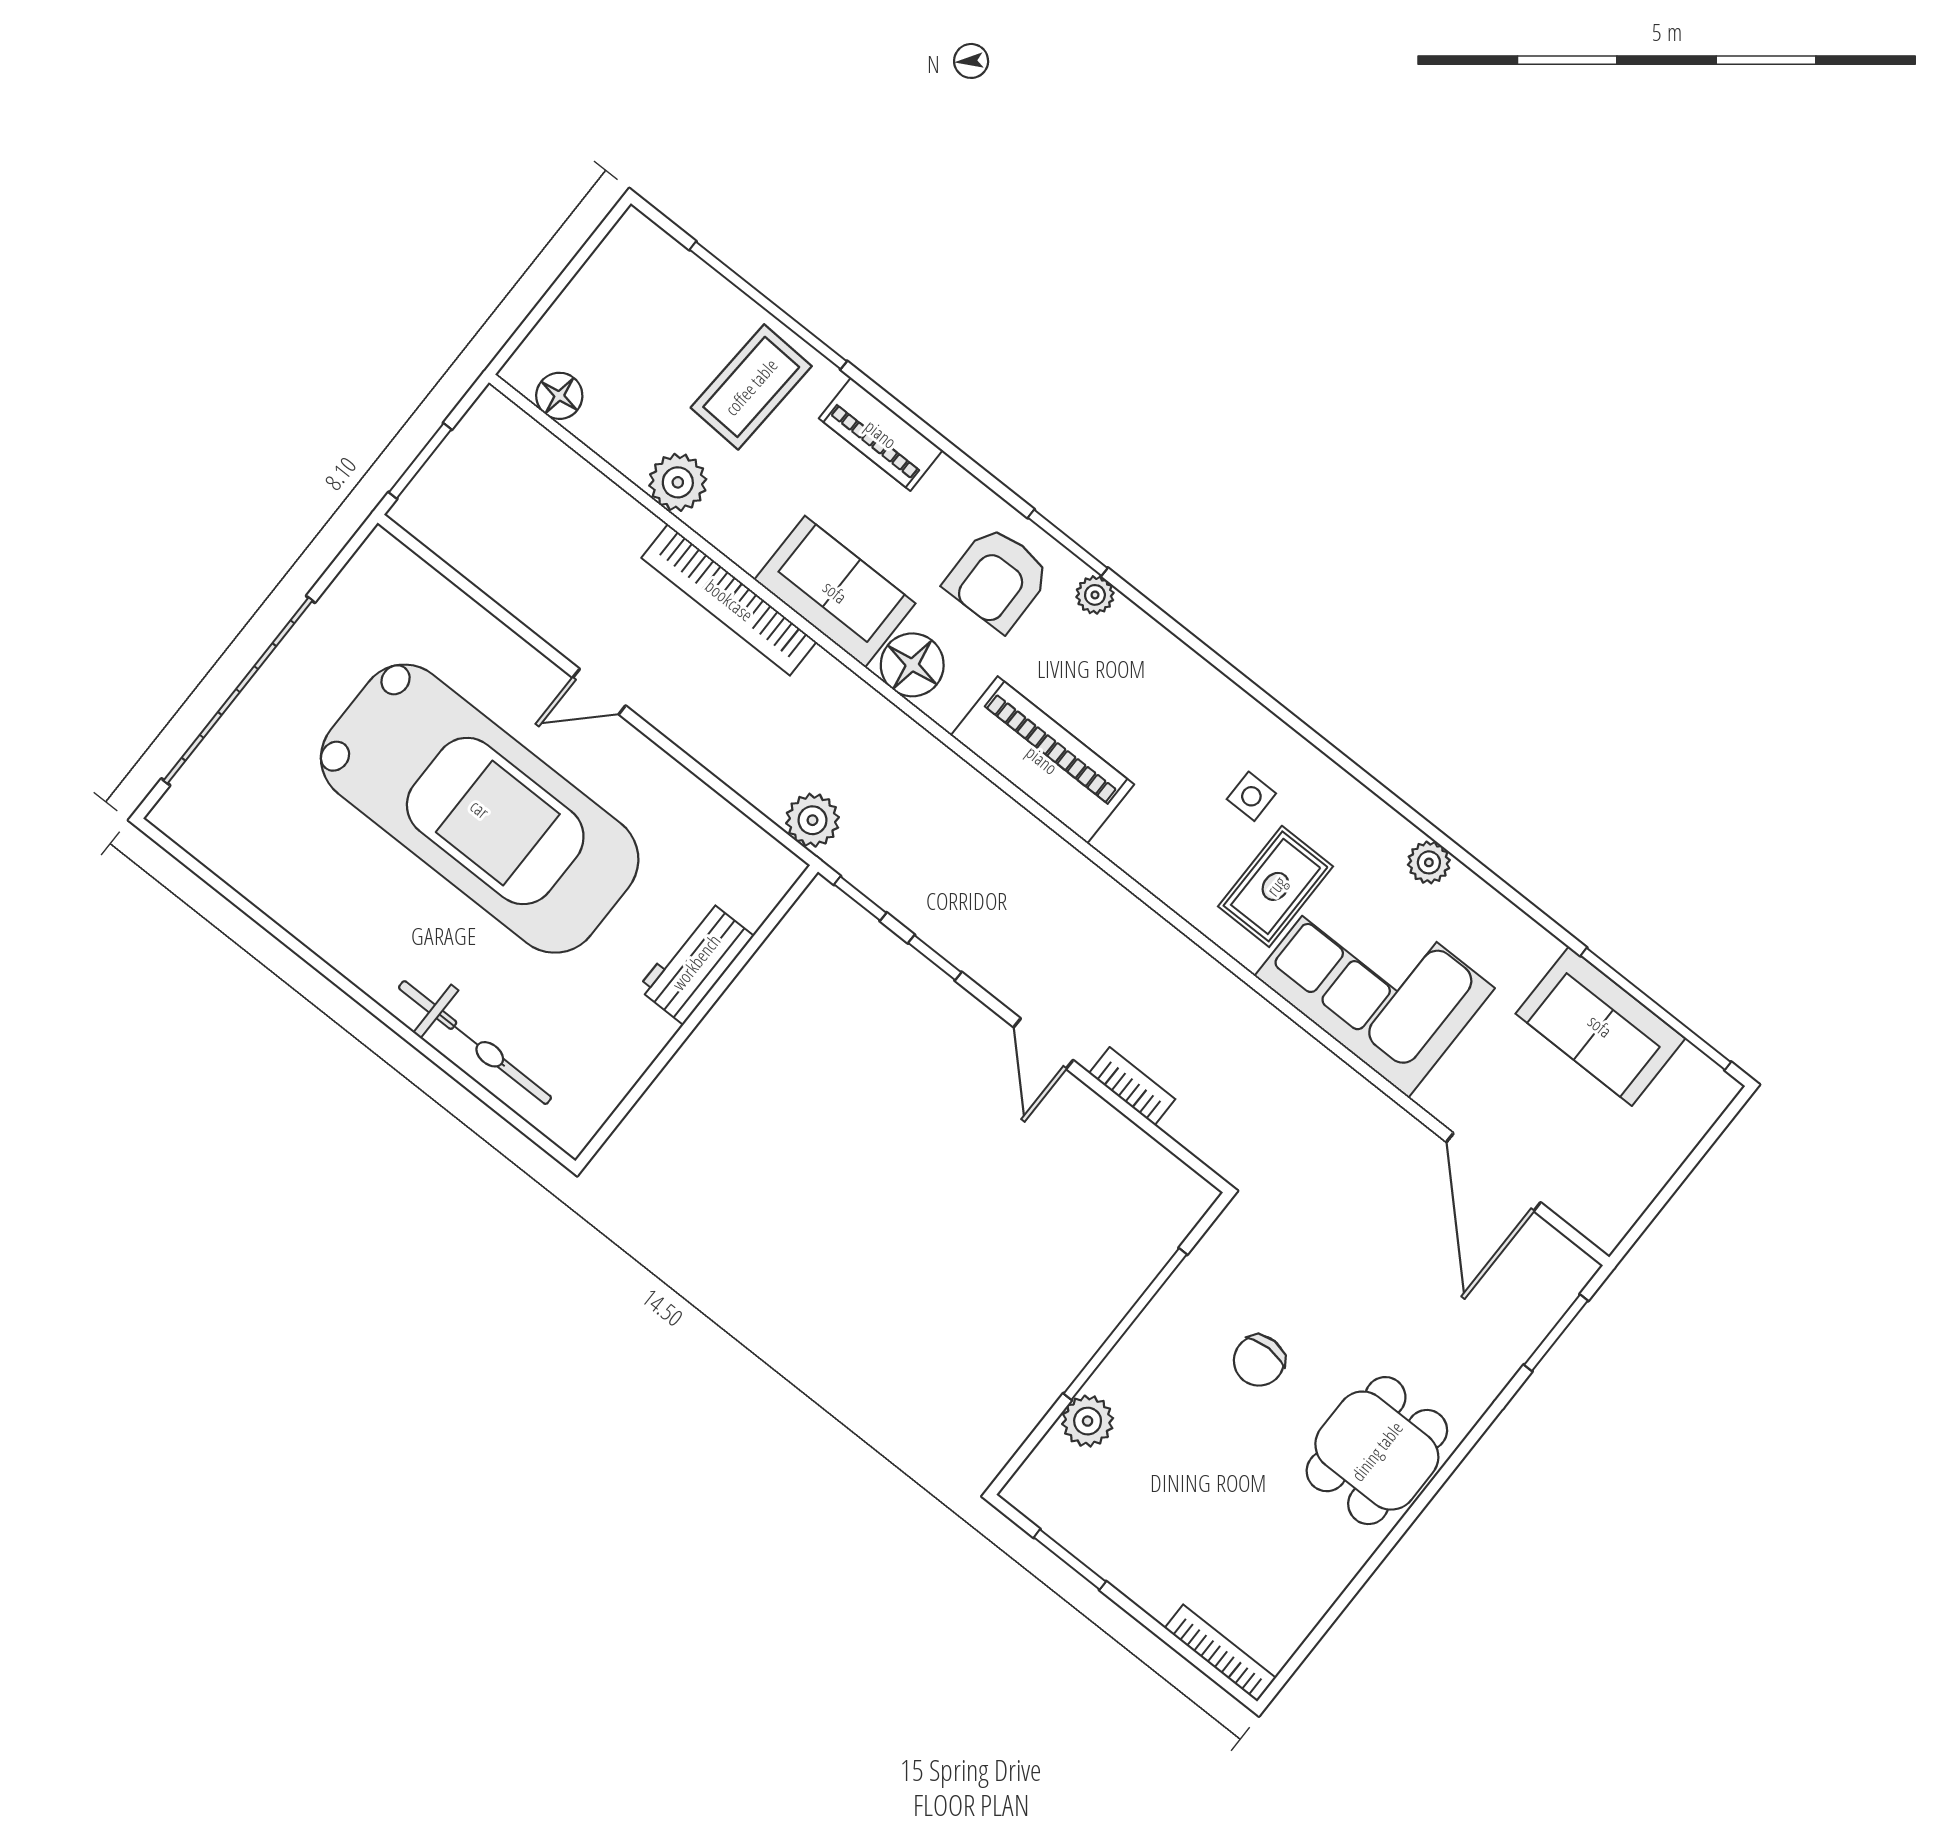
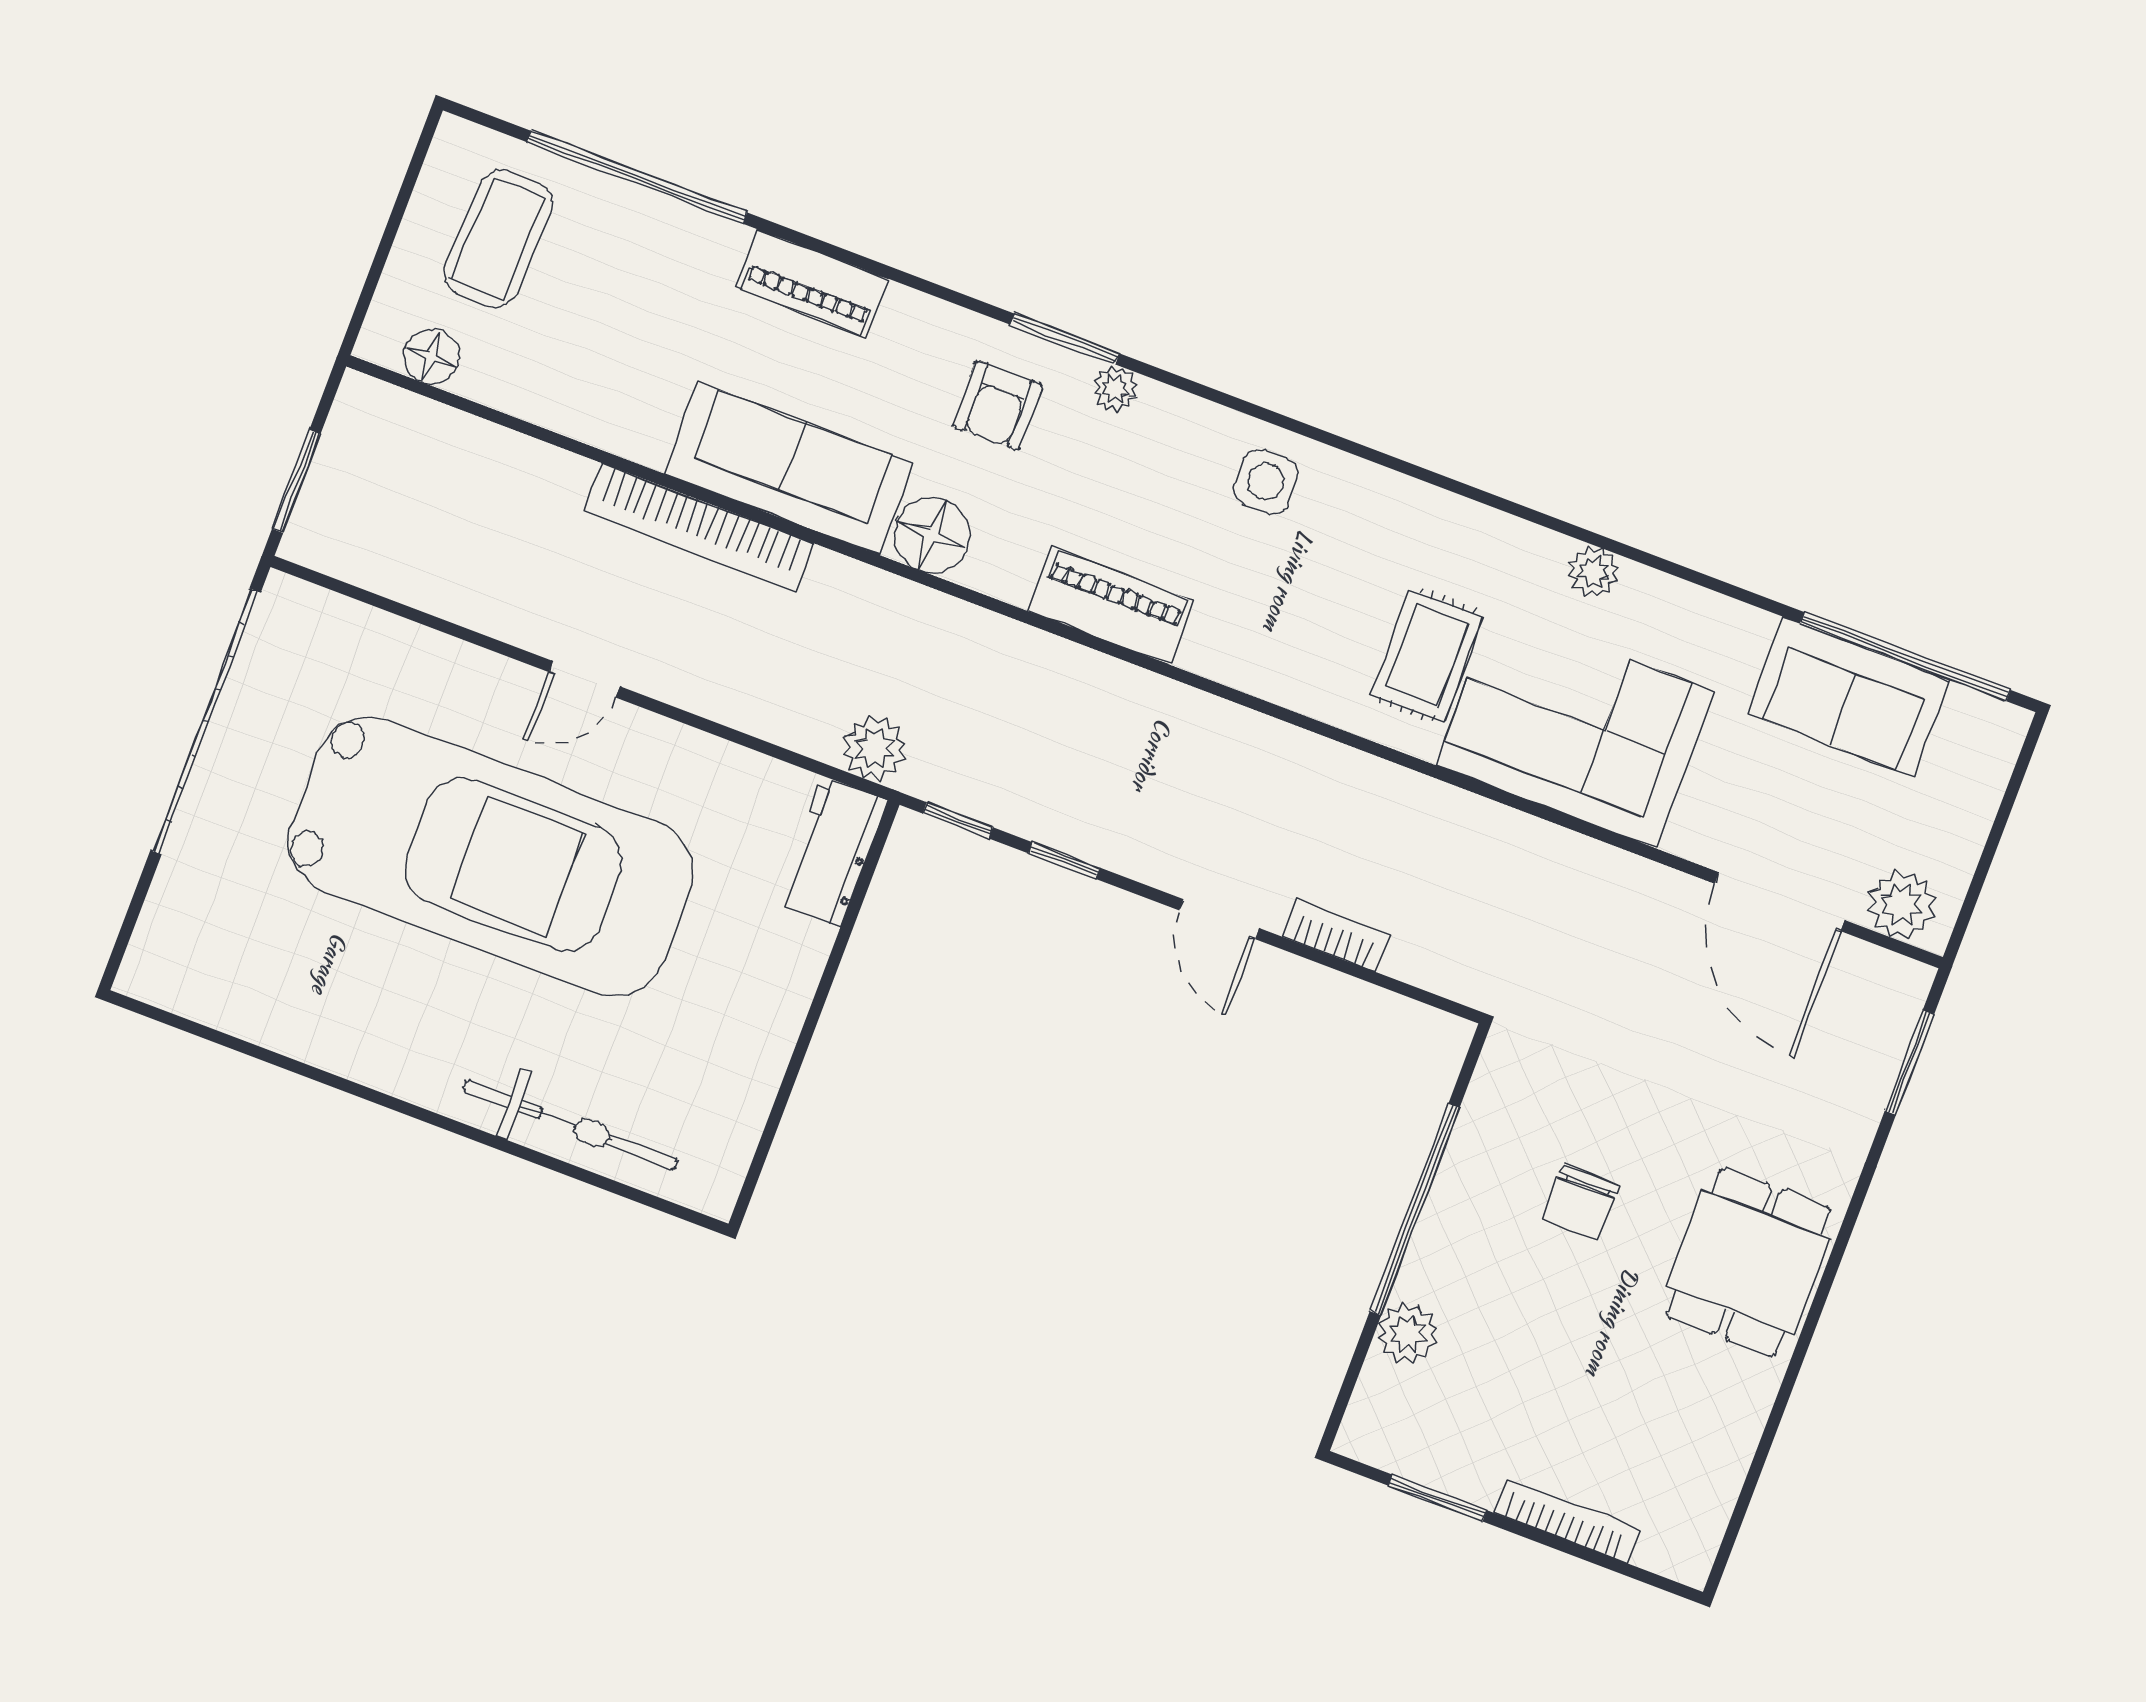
coffee table: (751, 387) -> (498, 238), moved
plant: (678, 482) -> (1902, 905), moved
armchair: (998, 579) -> (998, 405), width x0.72, depth x0.72
sofa: (835, 592) -> (788, 469), width x1.36
garage door: (238, 691) -> (206, 721), moved
piano: (1042, 760) -> (1111, 606), width x0.73, depth x0.75
side table: (1251, 796) -> (1266, 482), moved, width x1.37, depth x1.37
workbench: (696, 962) -> (831, 852), moved
bookcase: (1220, 1653) -> (1567, 1521), moved

